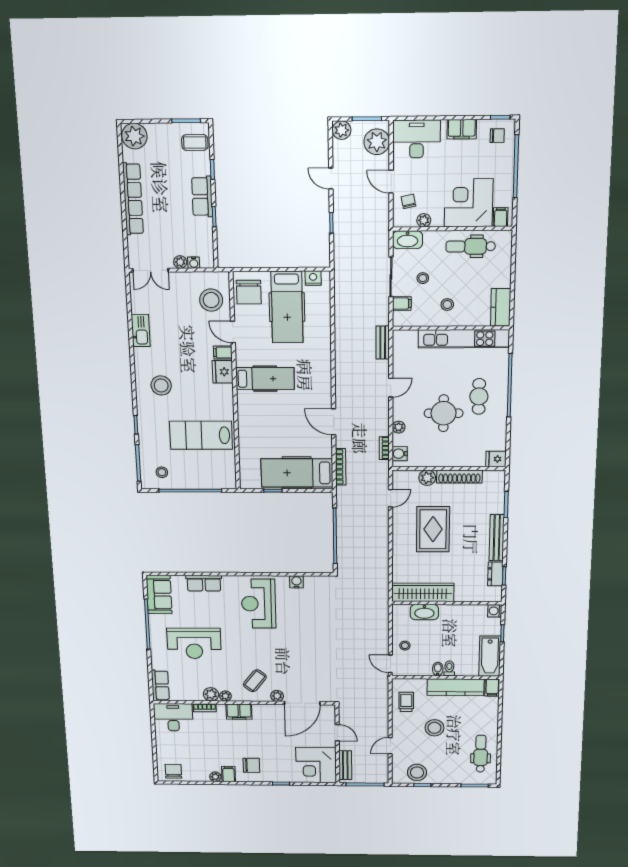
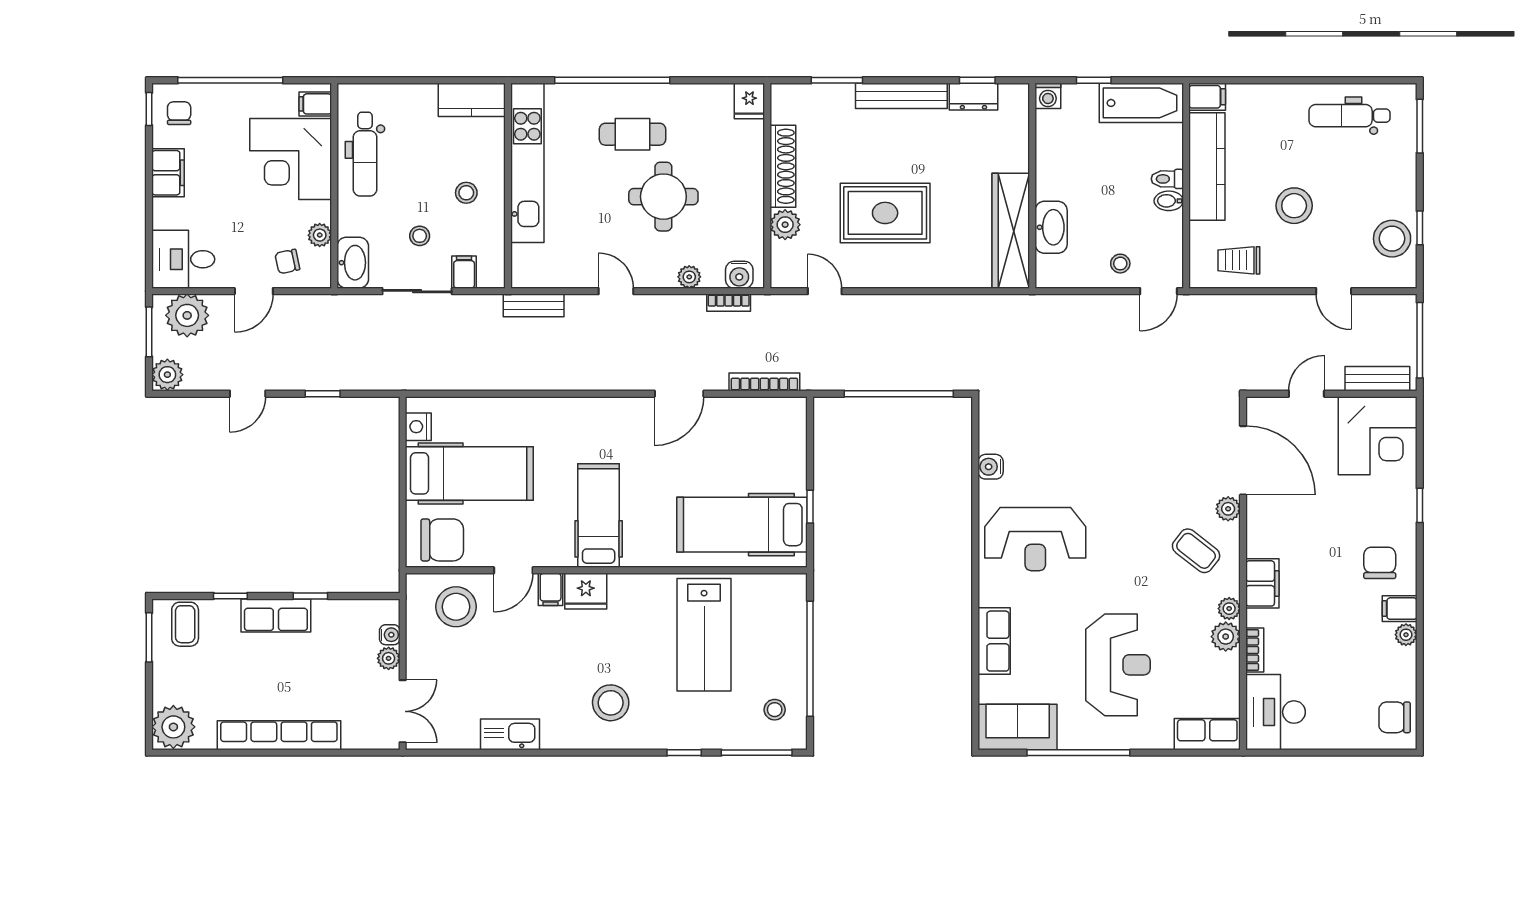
desk: (417, 139) -> (183, 259), width x0.73
hospital bed: (297, 473) -> (742, 525), moved, turned 90

